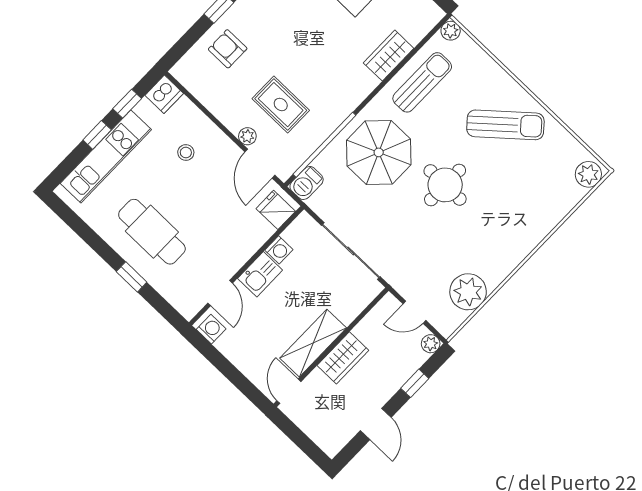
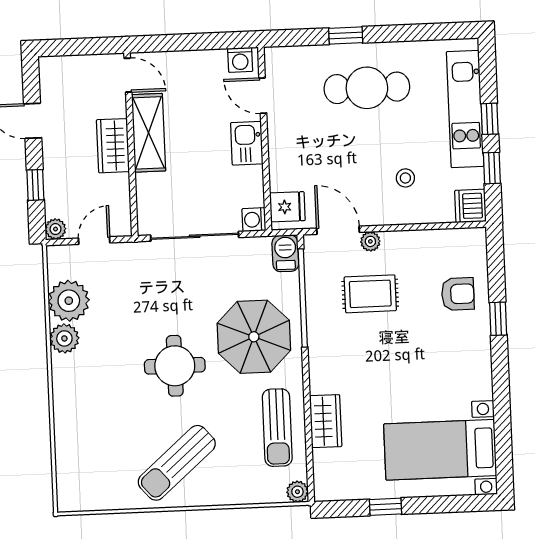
plant: (588, 174) -> (64, 338), moved
washing machine: (279, 250) -> (254, 220), moved

